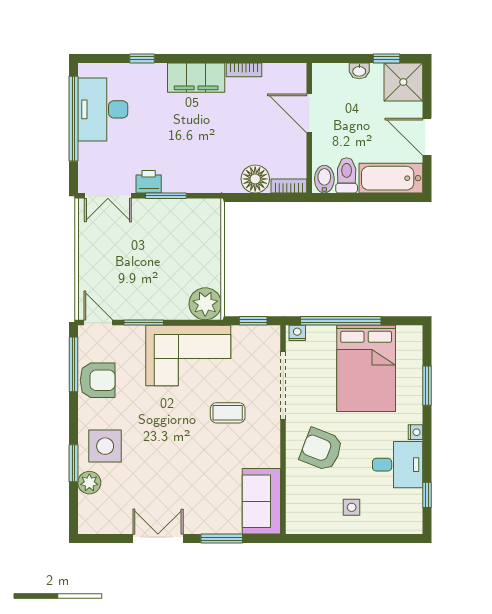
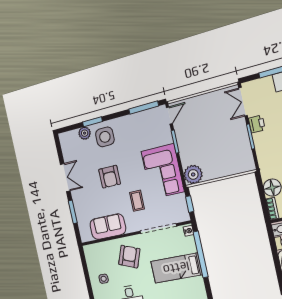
bed: (366, 368) -> (176, 268), width x0.67
armchair: (98, 380) -> (110, 177), moved
sofa: (261, 501) -> (108, 227), moved

